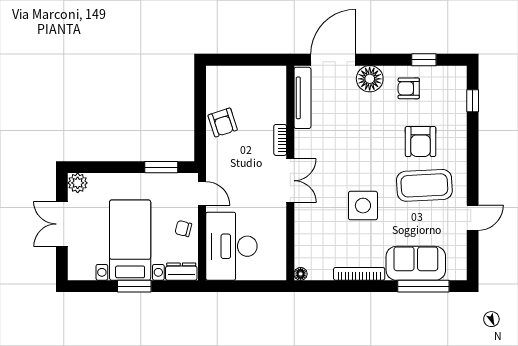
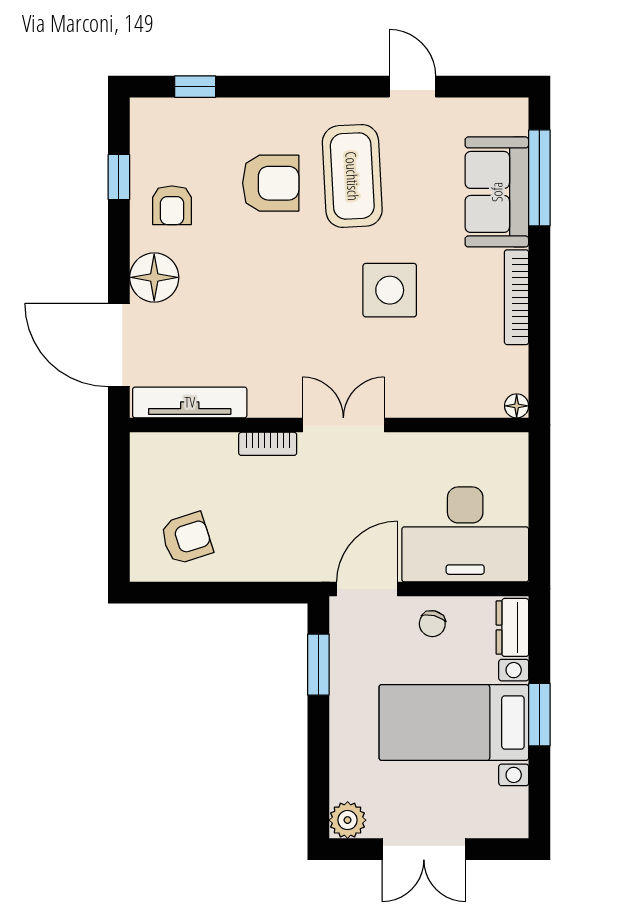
armchair: (223, 122) -> (187, 538), moved
door: (202, 193) -> (367, 589), width x1.38

